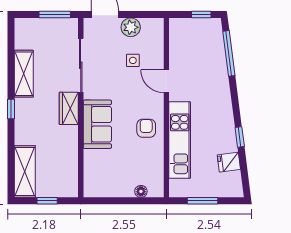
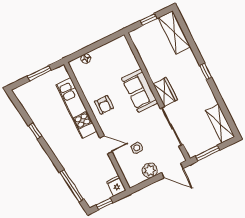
shelving: (24, 74) -> (220, 124), moved
fridge: (229, 162) -> (116, 186), moved, turned -83

